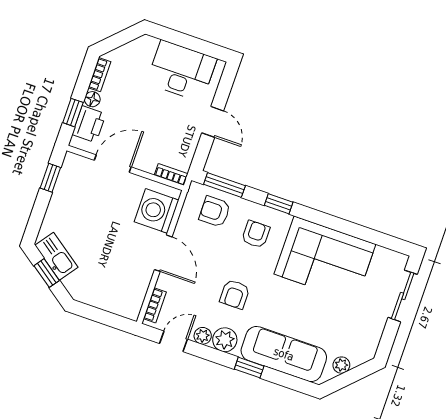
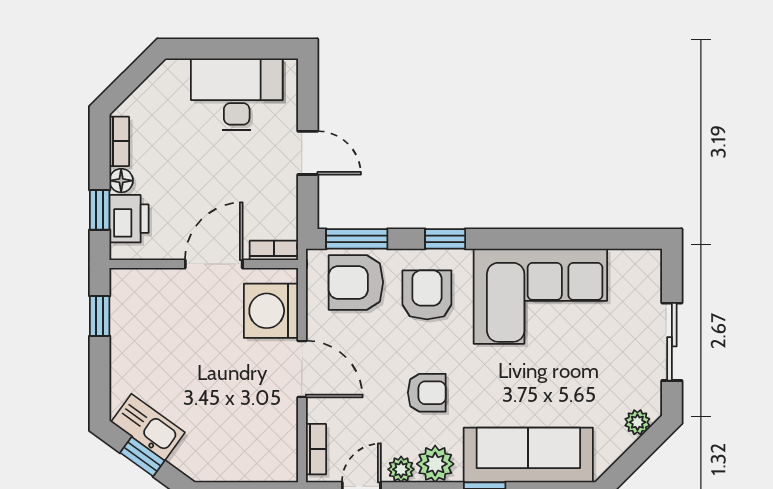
door: (113, 164) -> (214, 264), moved
armchair: (215, 212) -> (356, 282), width x1.38, depth x1.38
armchair: (256, 234) -> (427, 295), width x1.38, depth x1.38
armchair: (235, 294) -> (427, 393), turned -90
sliding door: (403, 296) -> (672, 342), moved
plant: (341, 365) -> (637, 422), moved

